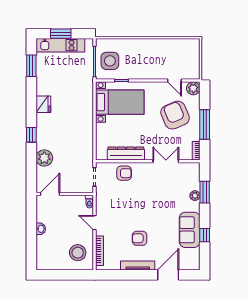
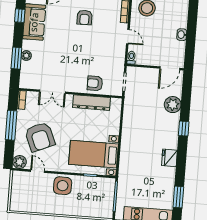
side table: (110, 61) -> (63, 186), moved
armchair: (140, 238) -> (85, 17), turned 90

